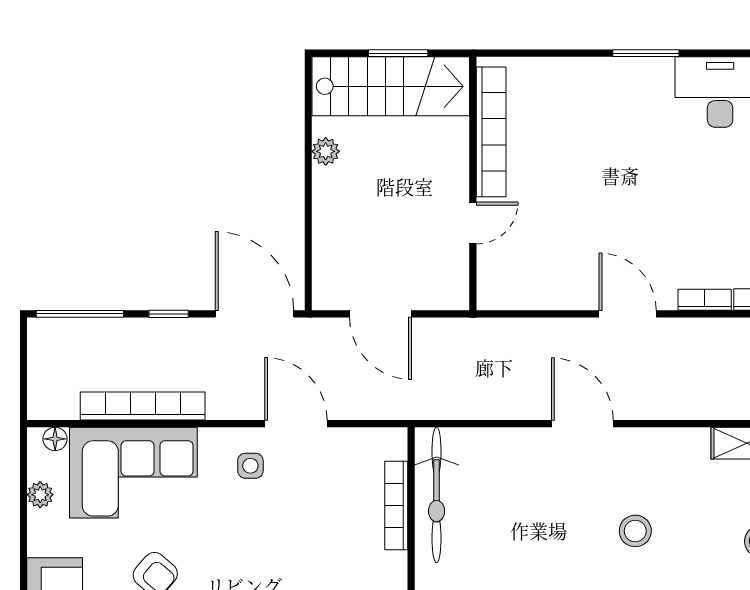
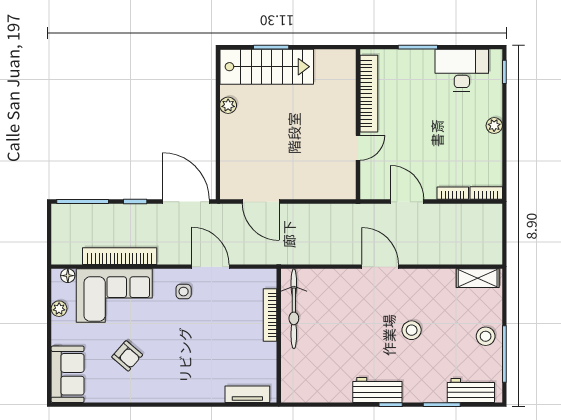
bookcase: (491, 132) -> (369, 94), moved
wall: (473, 184) -> (358, 124), moved
door: (473, 223) -> (358, 148), moved

